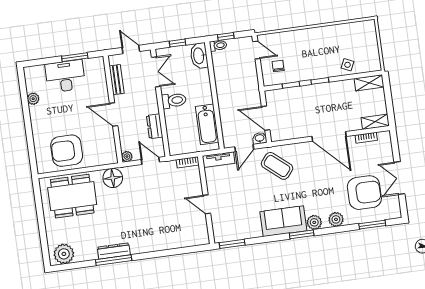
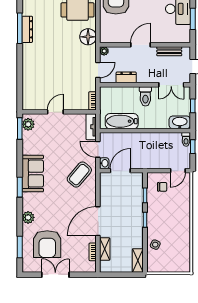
shelving: (375, 122) -> (105, 249), moved
plant: (314, 222) -> (28, 124), moved

